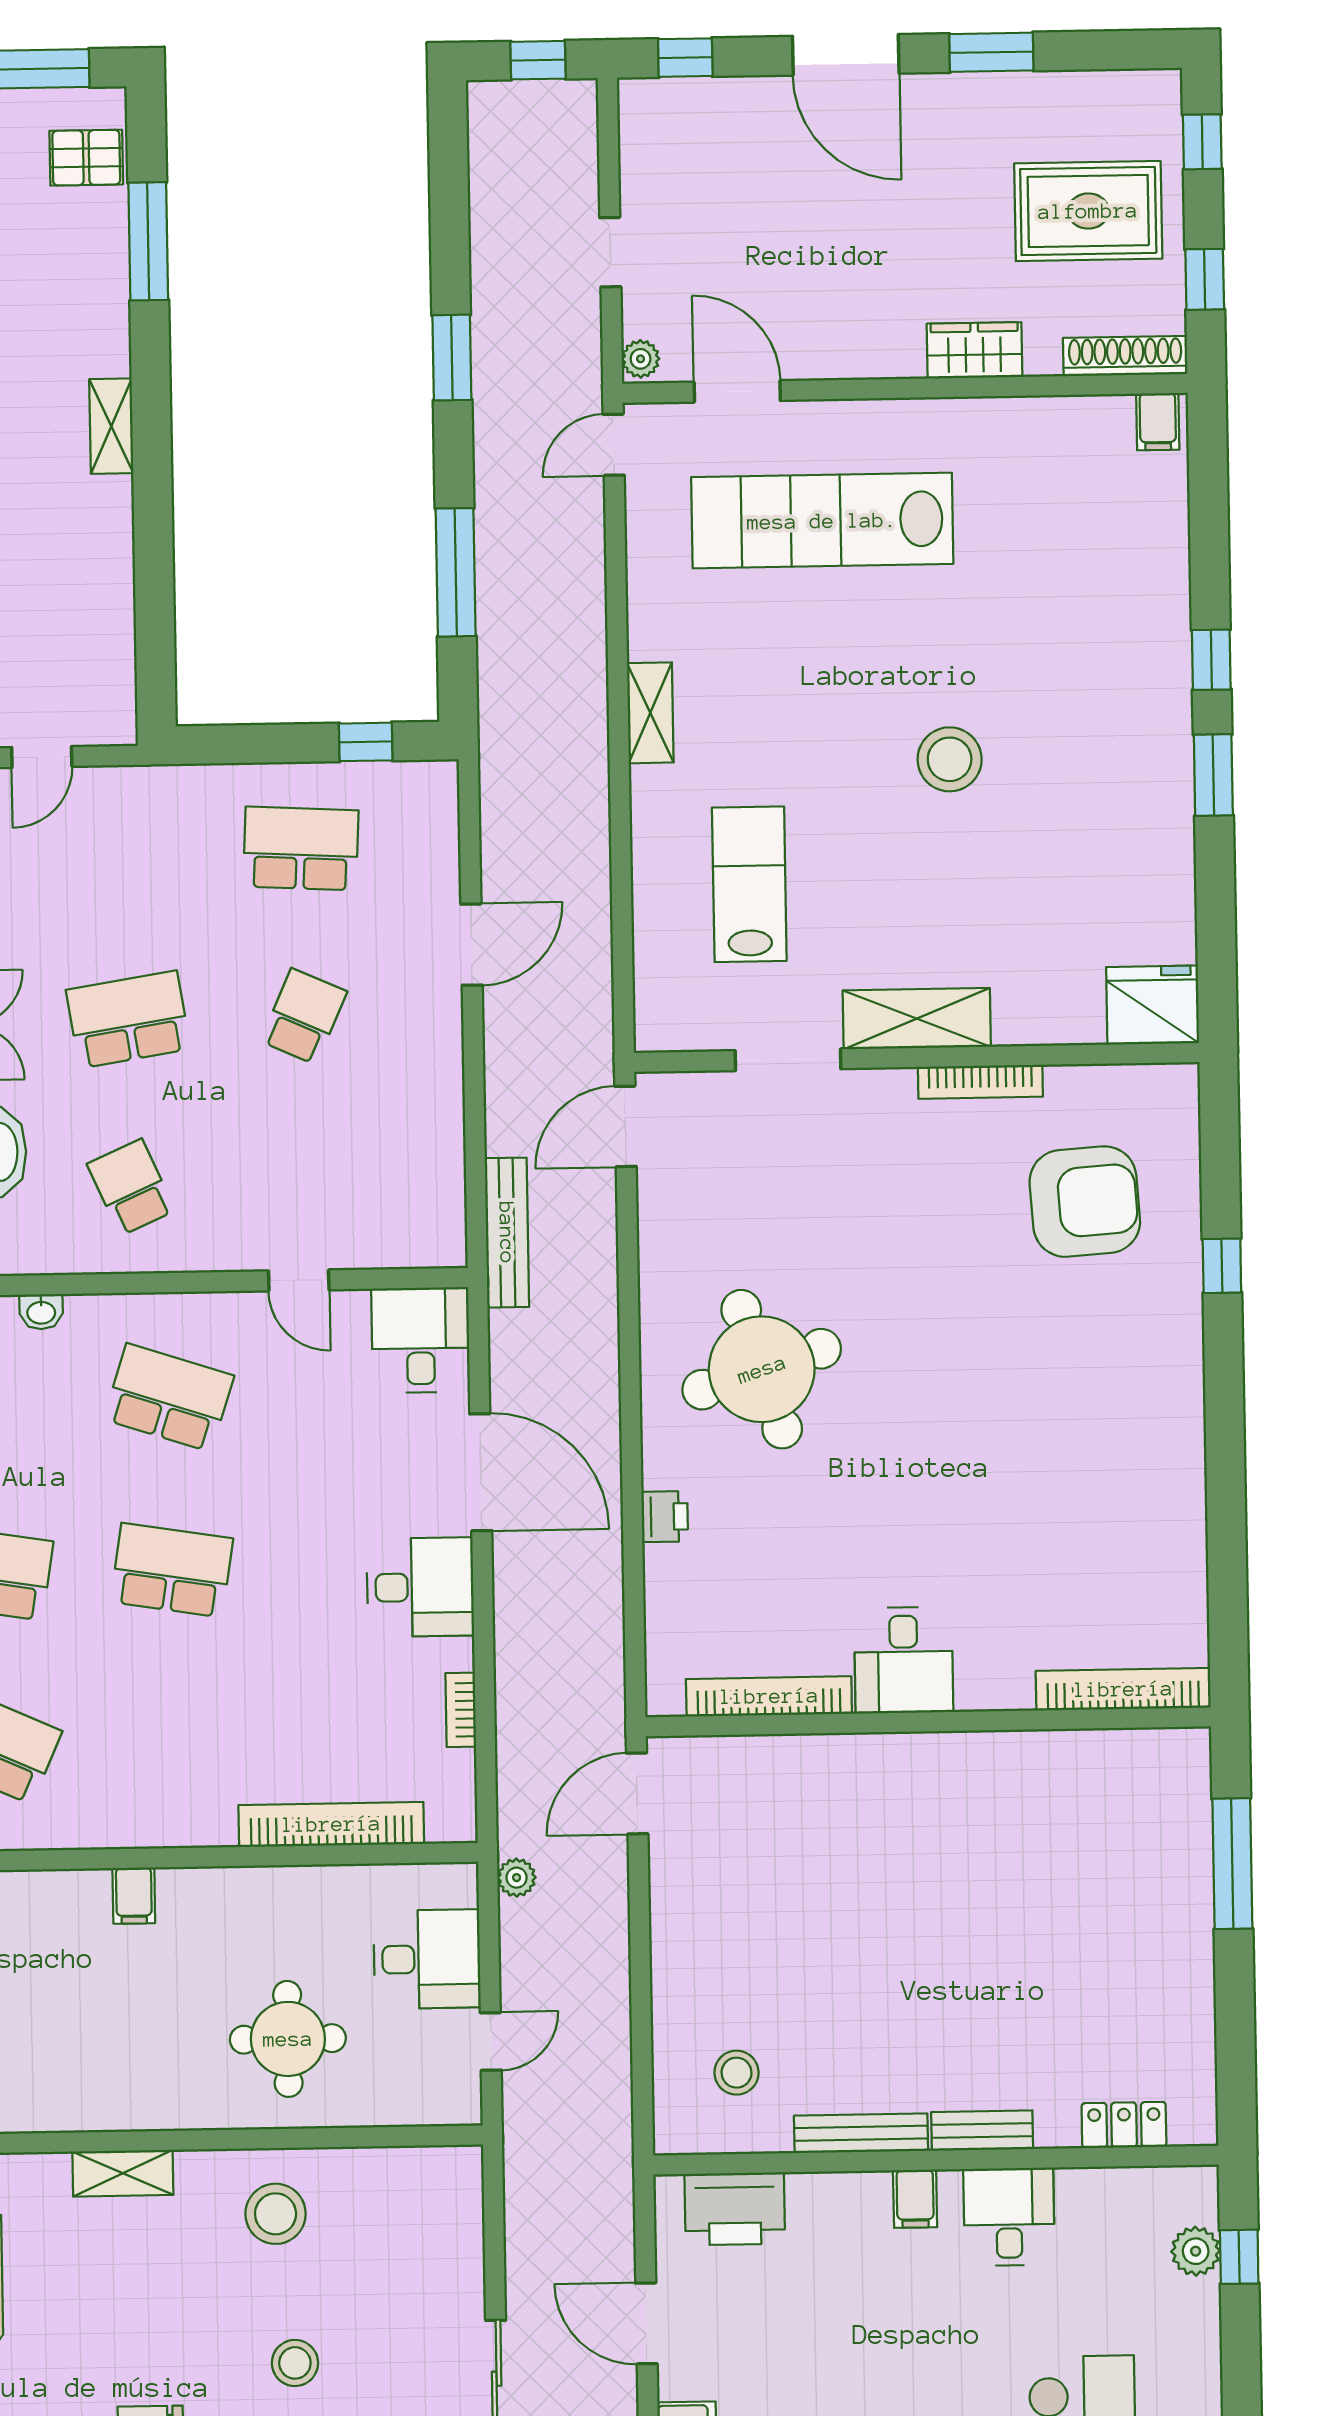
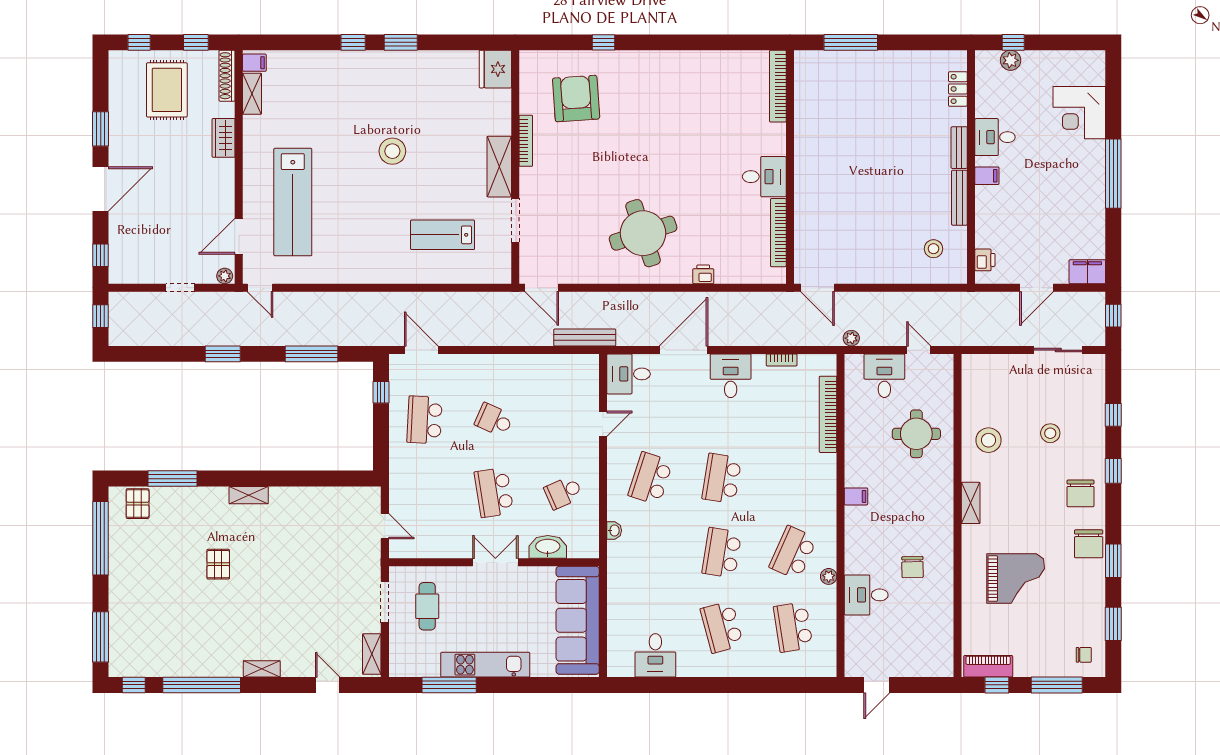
shelving: (650, 713) -> (252, 94), moved, turned 90
door: (472, 945) -> (421, 350), moved
printer: (735, 2209) -> (985, 260), width x0.53, depth x0.68

